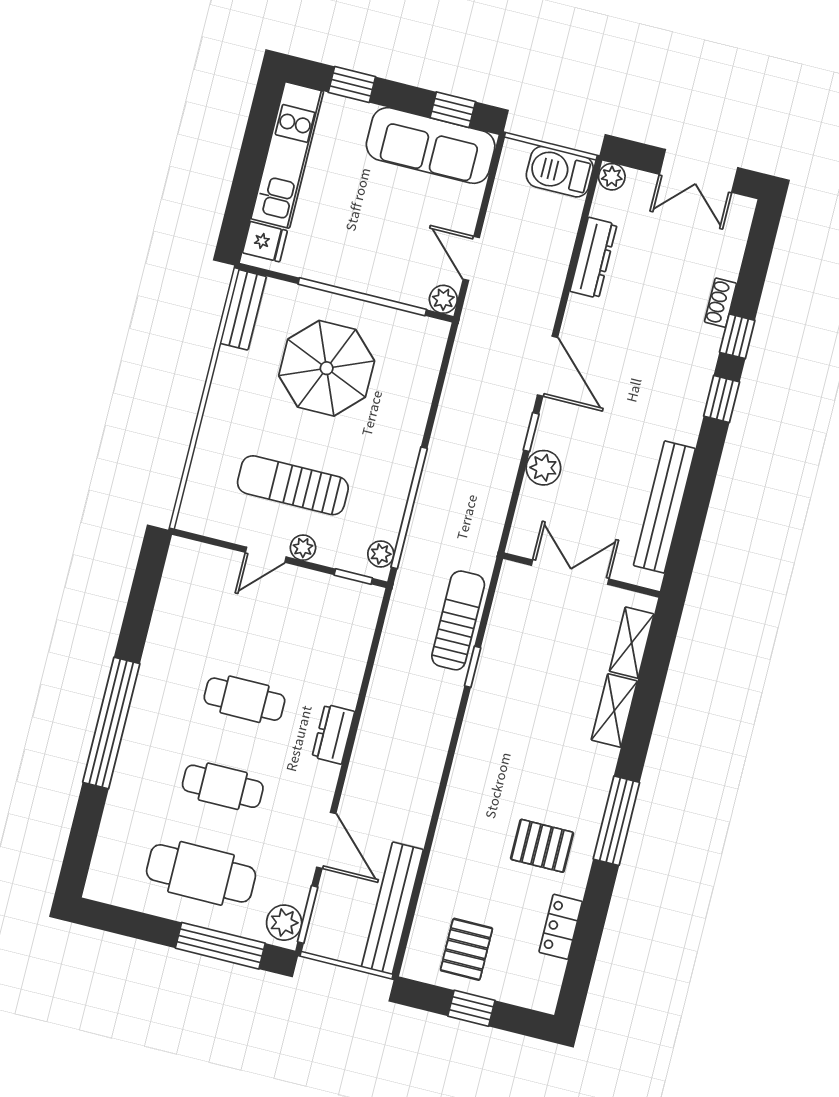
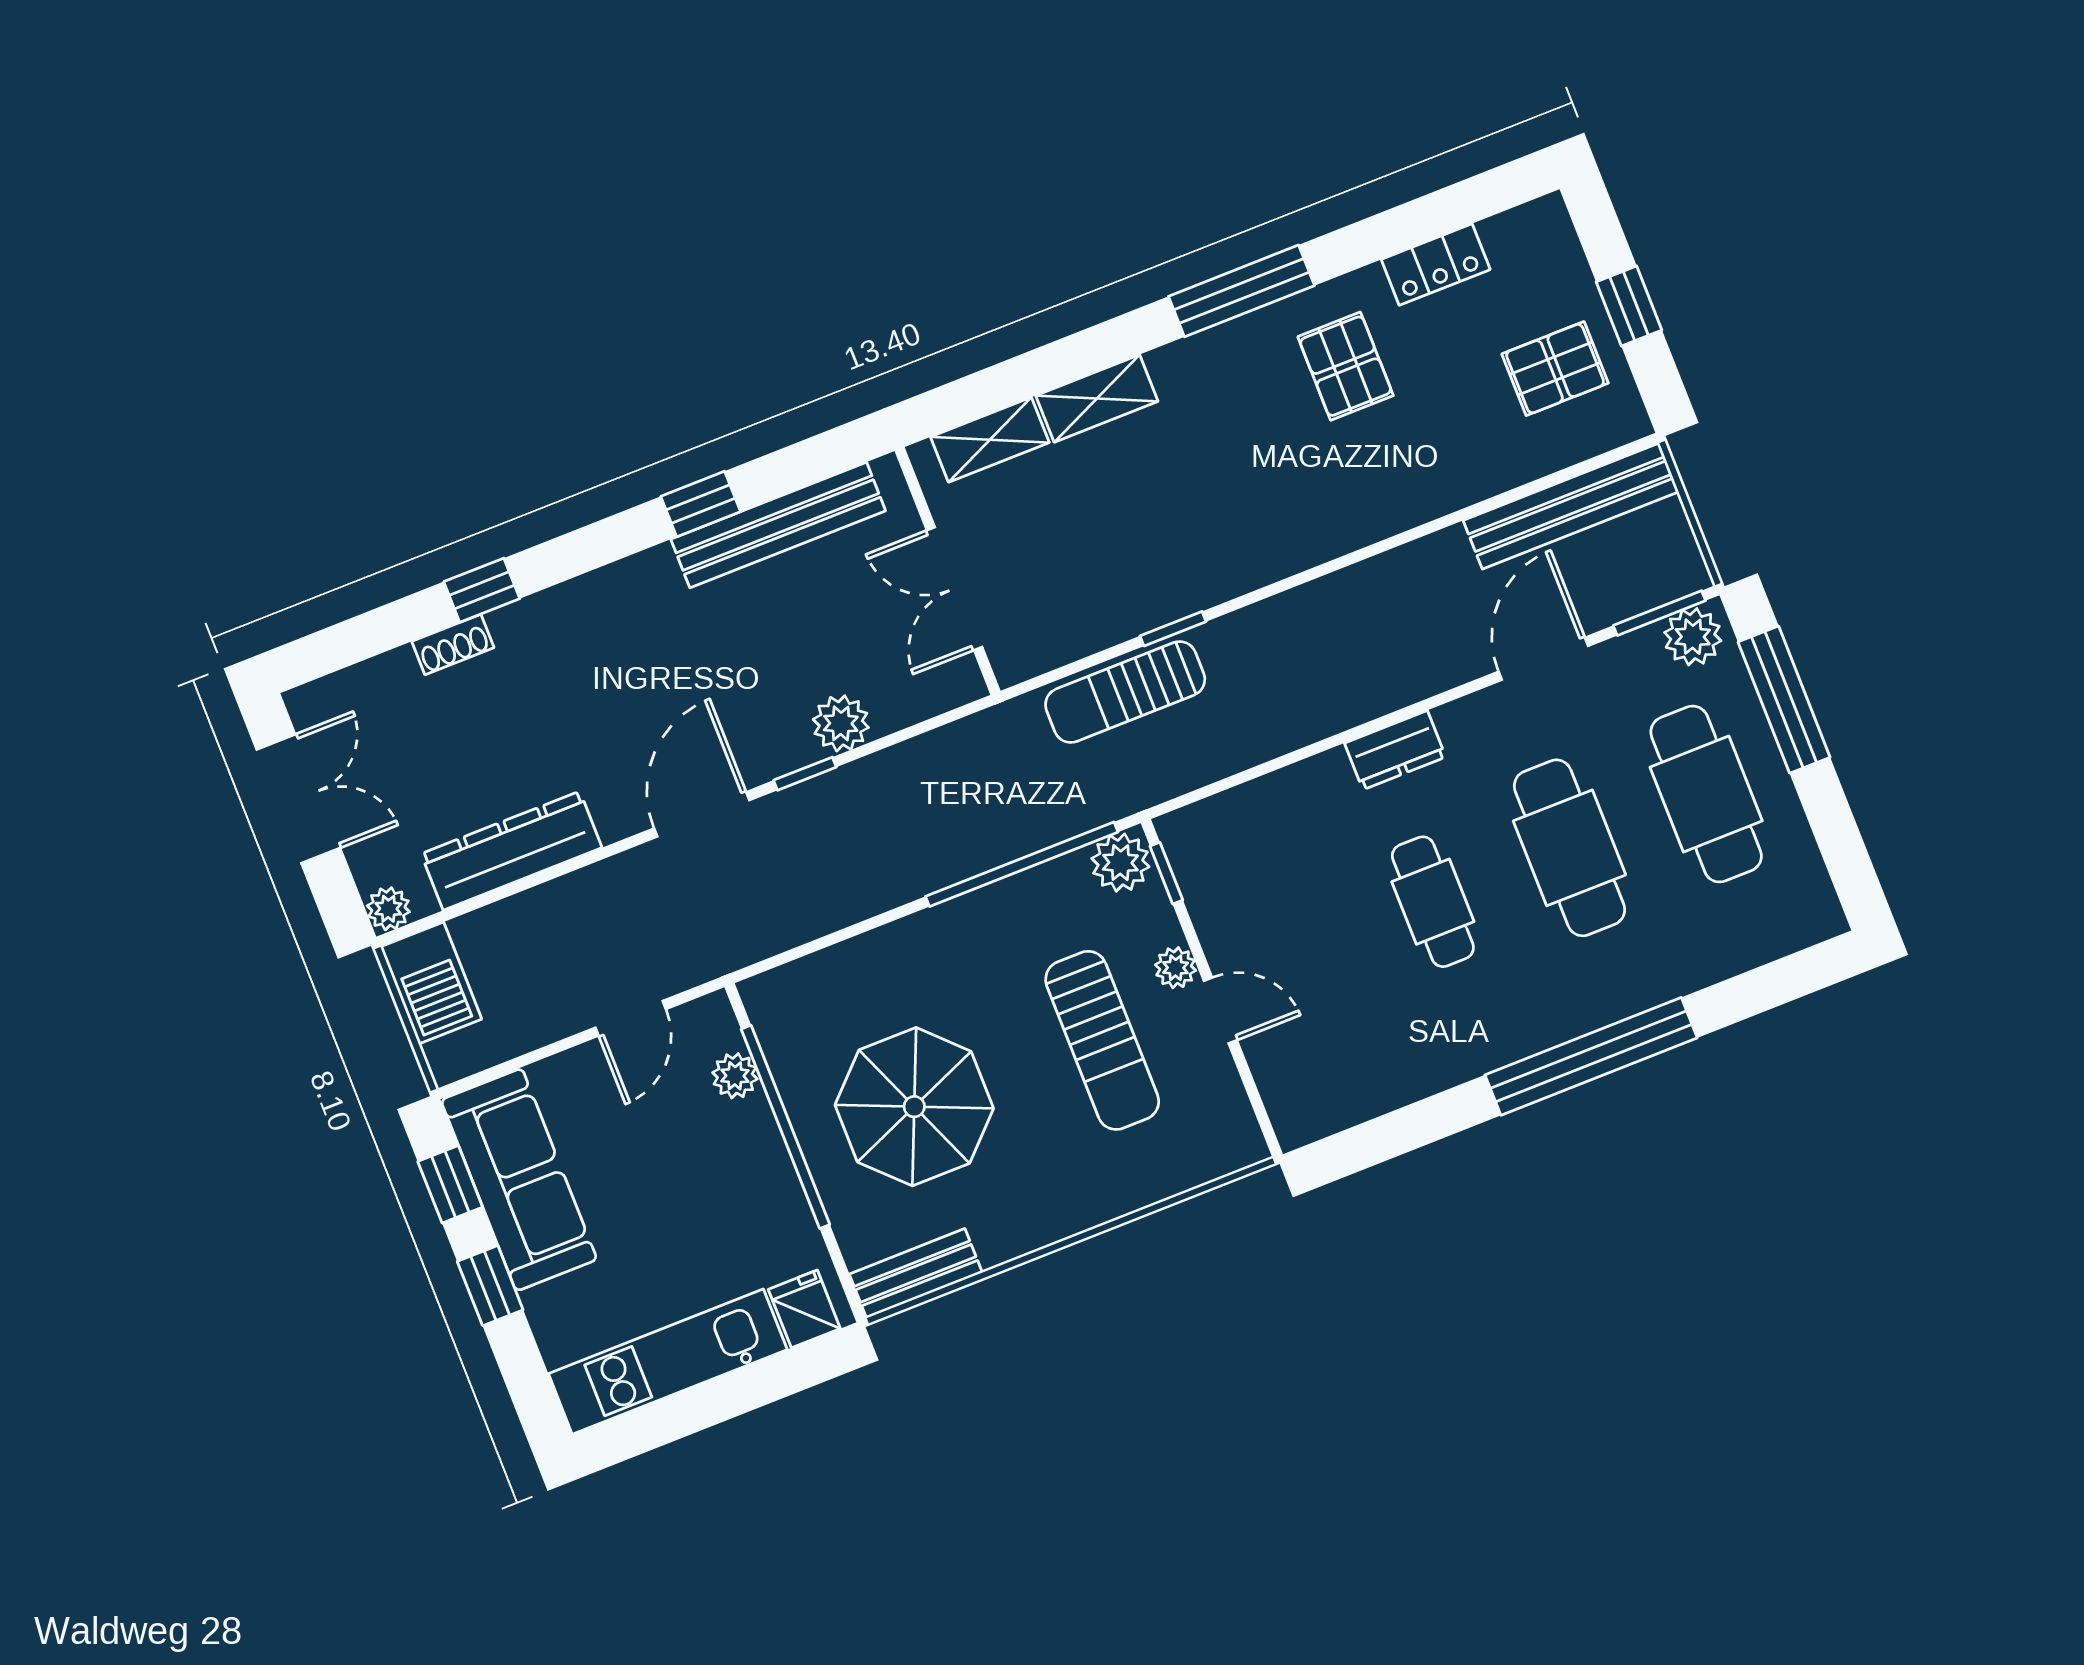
window: (352, 85) -> (490, 1286), moved
dresser: (593, 258) -> (512, 851), width x1.37, depth x1.24
plant: (443, 299) -> (735, 1076), moved
window: (722, 399) -> (701, 504), moved
plant: (381, 554) -> (1120, 863), width x1.38, depth x1.38
cafe table: (223, 786) -> (1569, 848), width x1.37, depth x1.35

